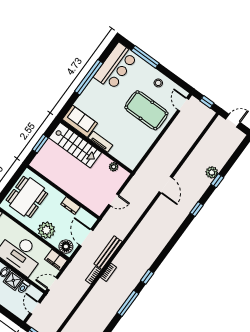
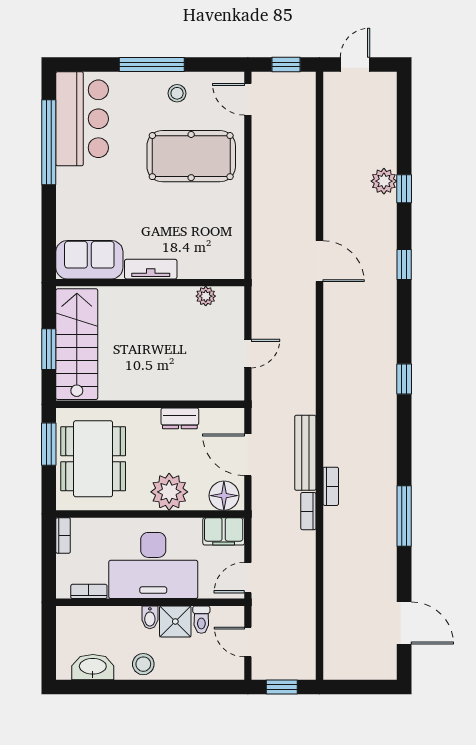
window: (145, 57) -> (152, 64), moved
window: (89, 77) -> (49, 142), moved
stairs: (75, 145) -> (77, 344), moved, turned -90
window: (14, 179) -> (49, 444), added
window: (147, 277) -> (404, 379), moved

